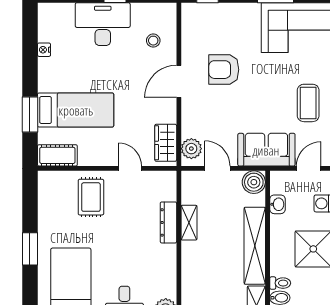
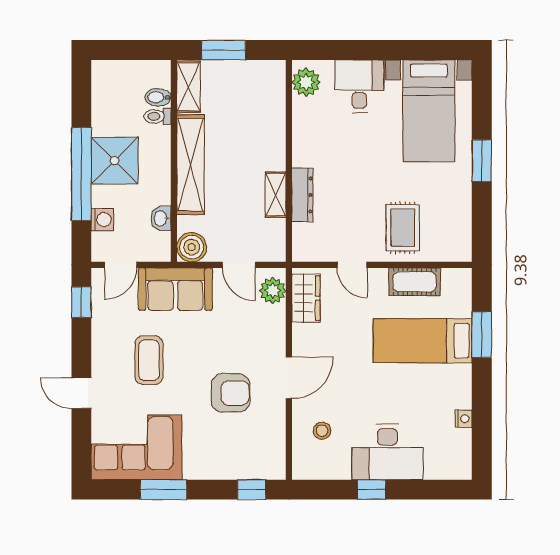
coffee table: (308, 103) -> (149, 360), moved
cot: (57, 155) -> (415, 282), moved

